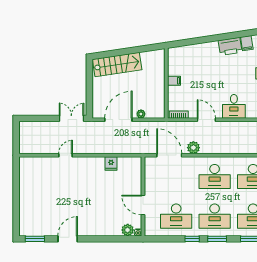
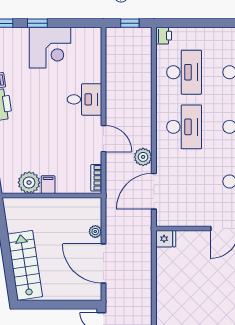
plant: (175, 67) -> (29, 183), added
door: (206, 120) -> (103, 139), swing flipped
fridge: (111, 164) -> (166, 239), moved

